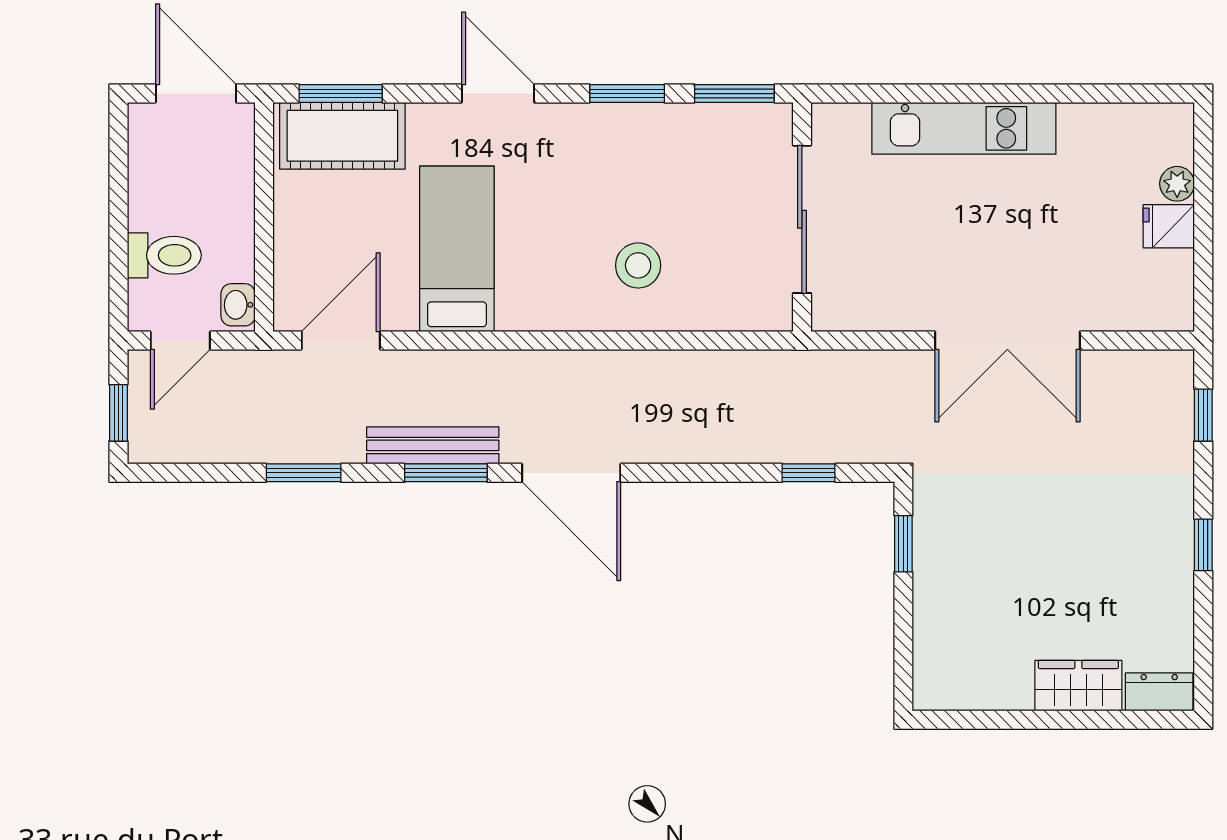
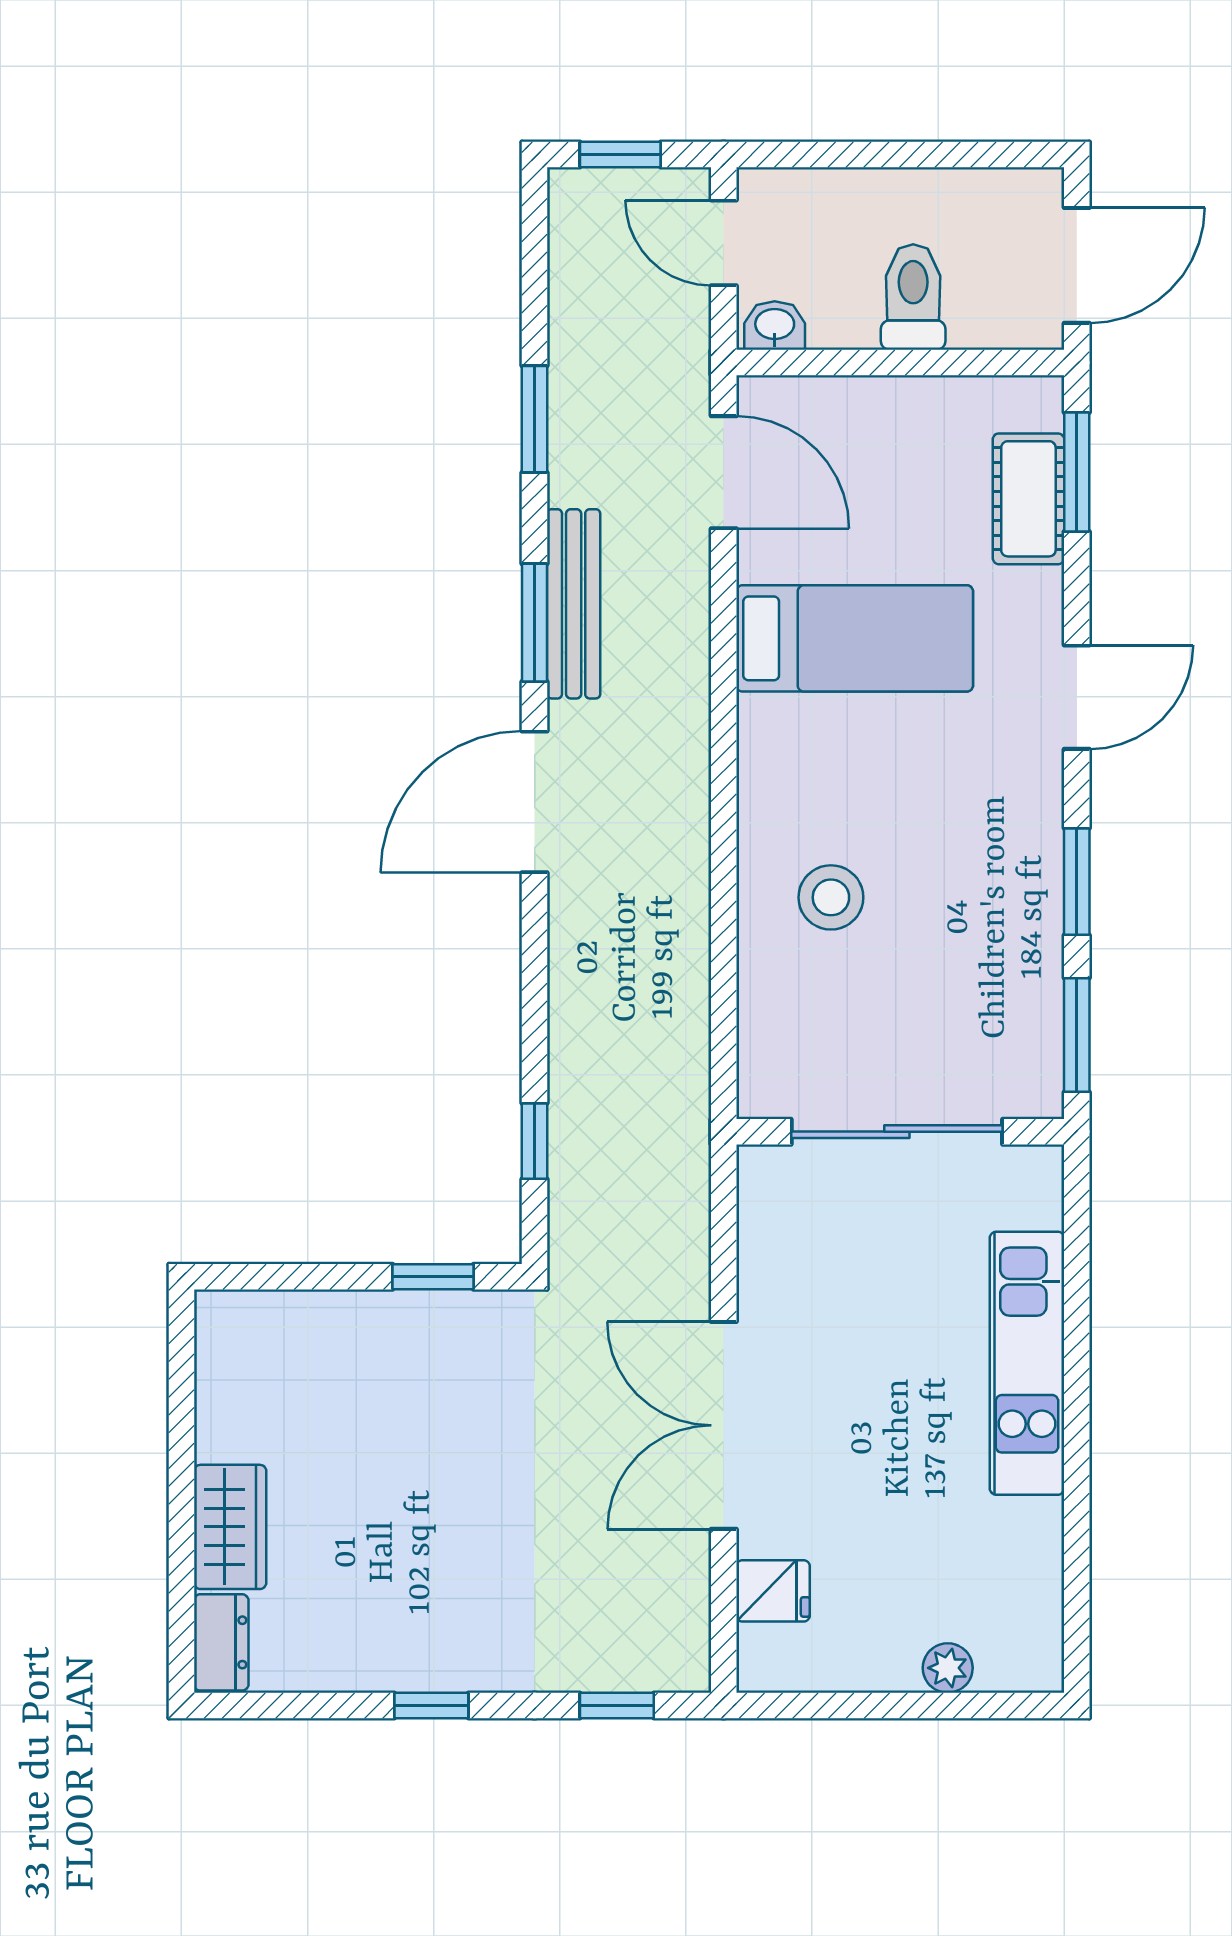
cot: (342, 136) -> (1028, 499), width x0.73, depth x0.75
fridge: (1169, 226) -> (773, 1591), moved, turned 90
toilet: (164, 255) -> (913, 297), moved, turned 180

